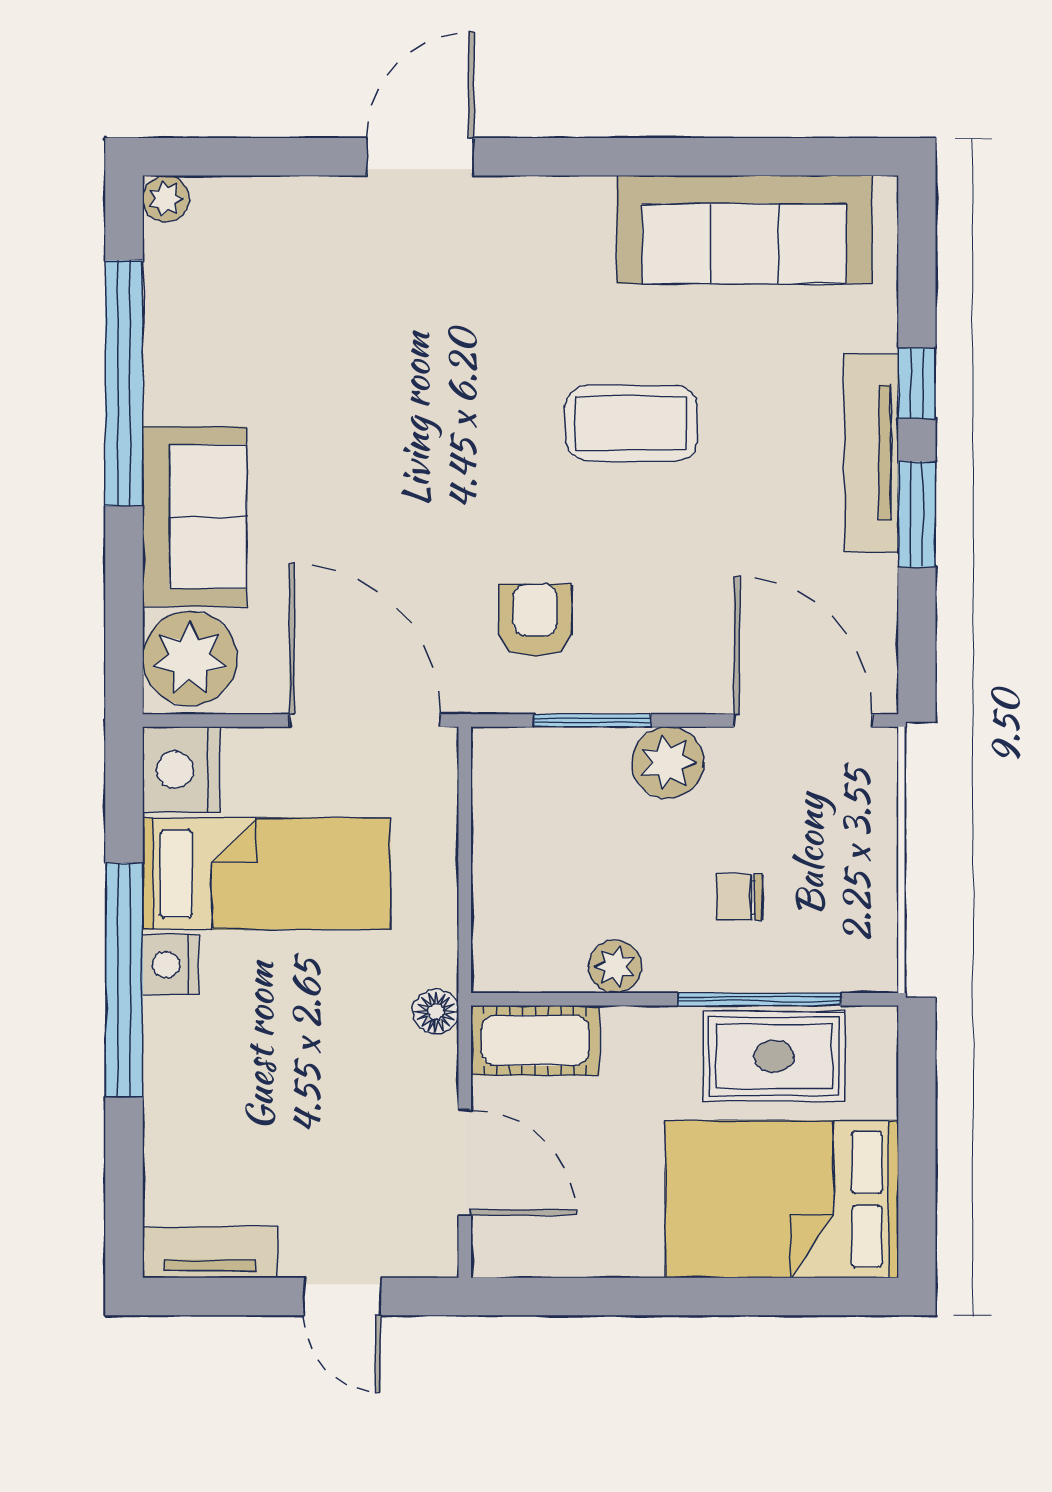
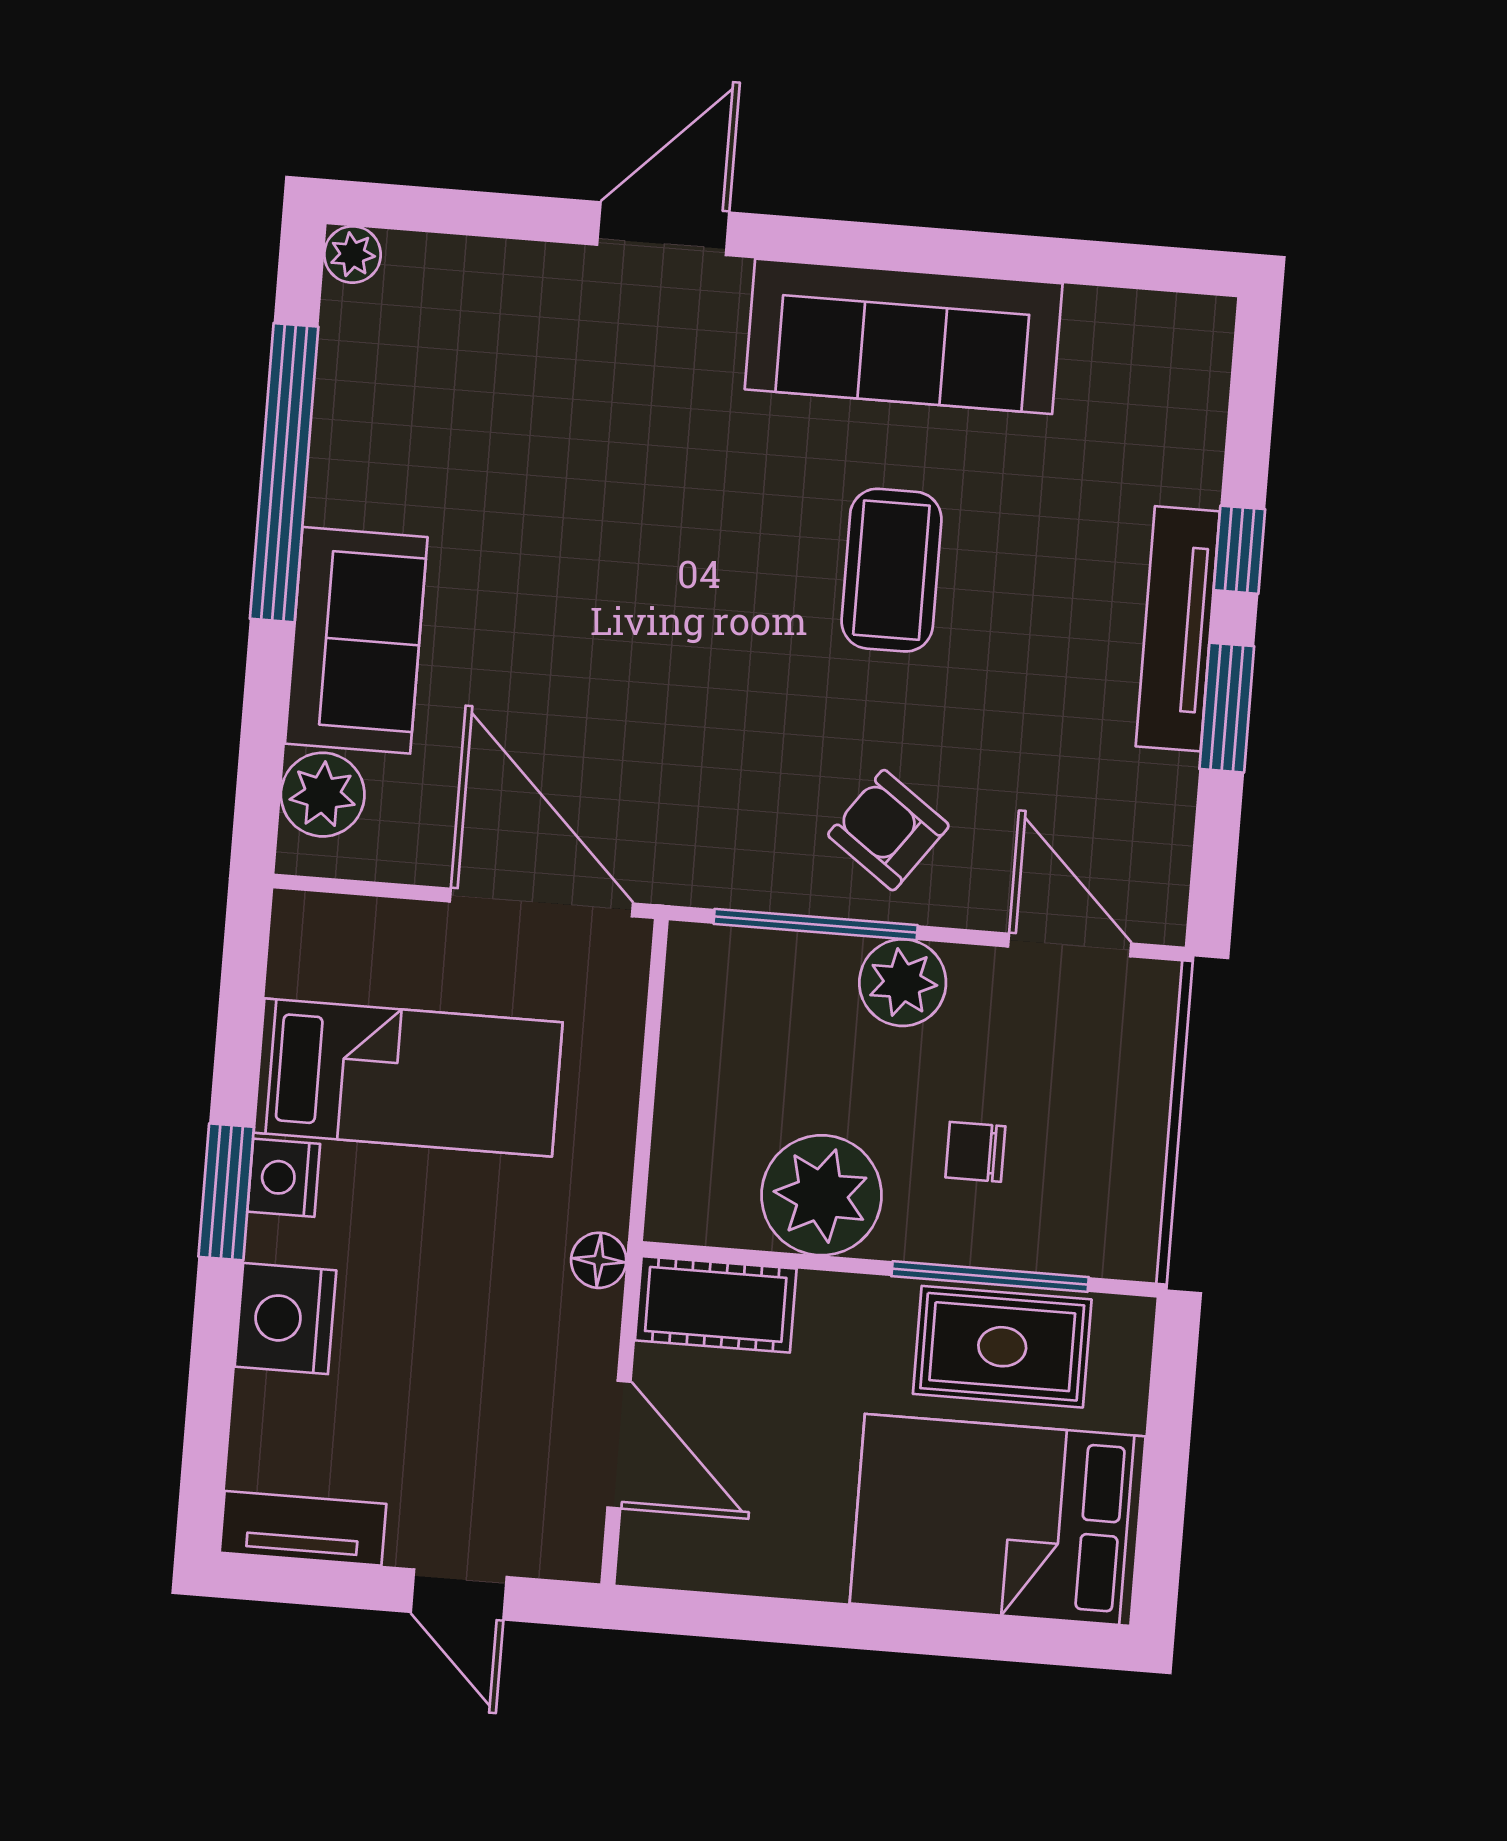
sofa: (744, 230) -> (904, 336), moved
coffee table: (631, 423) -> (891, 570), turned 90
armchair: (535, 620) -> (888, 830), moved, turned -54
plant: (190, 659) -> (323, 795), width x0.73, depth x0.73
window: (592, 720) -> (816, 925), width x1.44
door: (803, 720) -> (1070, 945), width x0.73
nightstand: (181, 770) -> (285, 1319), moved
plant: (615, 967) -> (821, 1195), width x1.88, depth x1.88
window: (124, 980) -> (226, 1192), width x0.47

